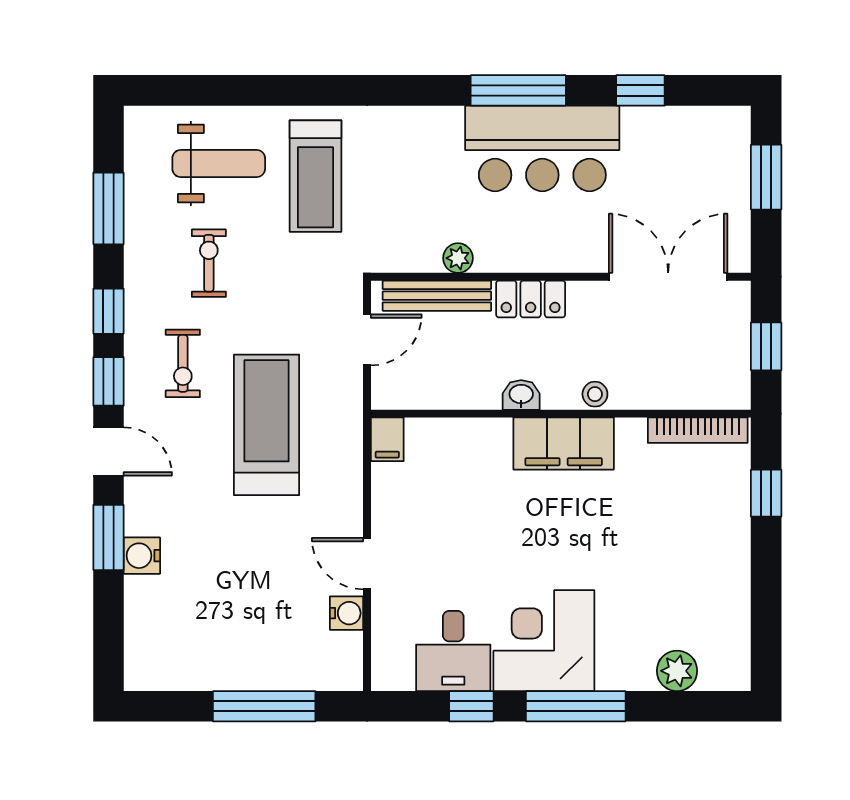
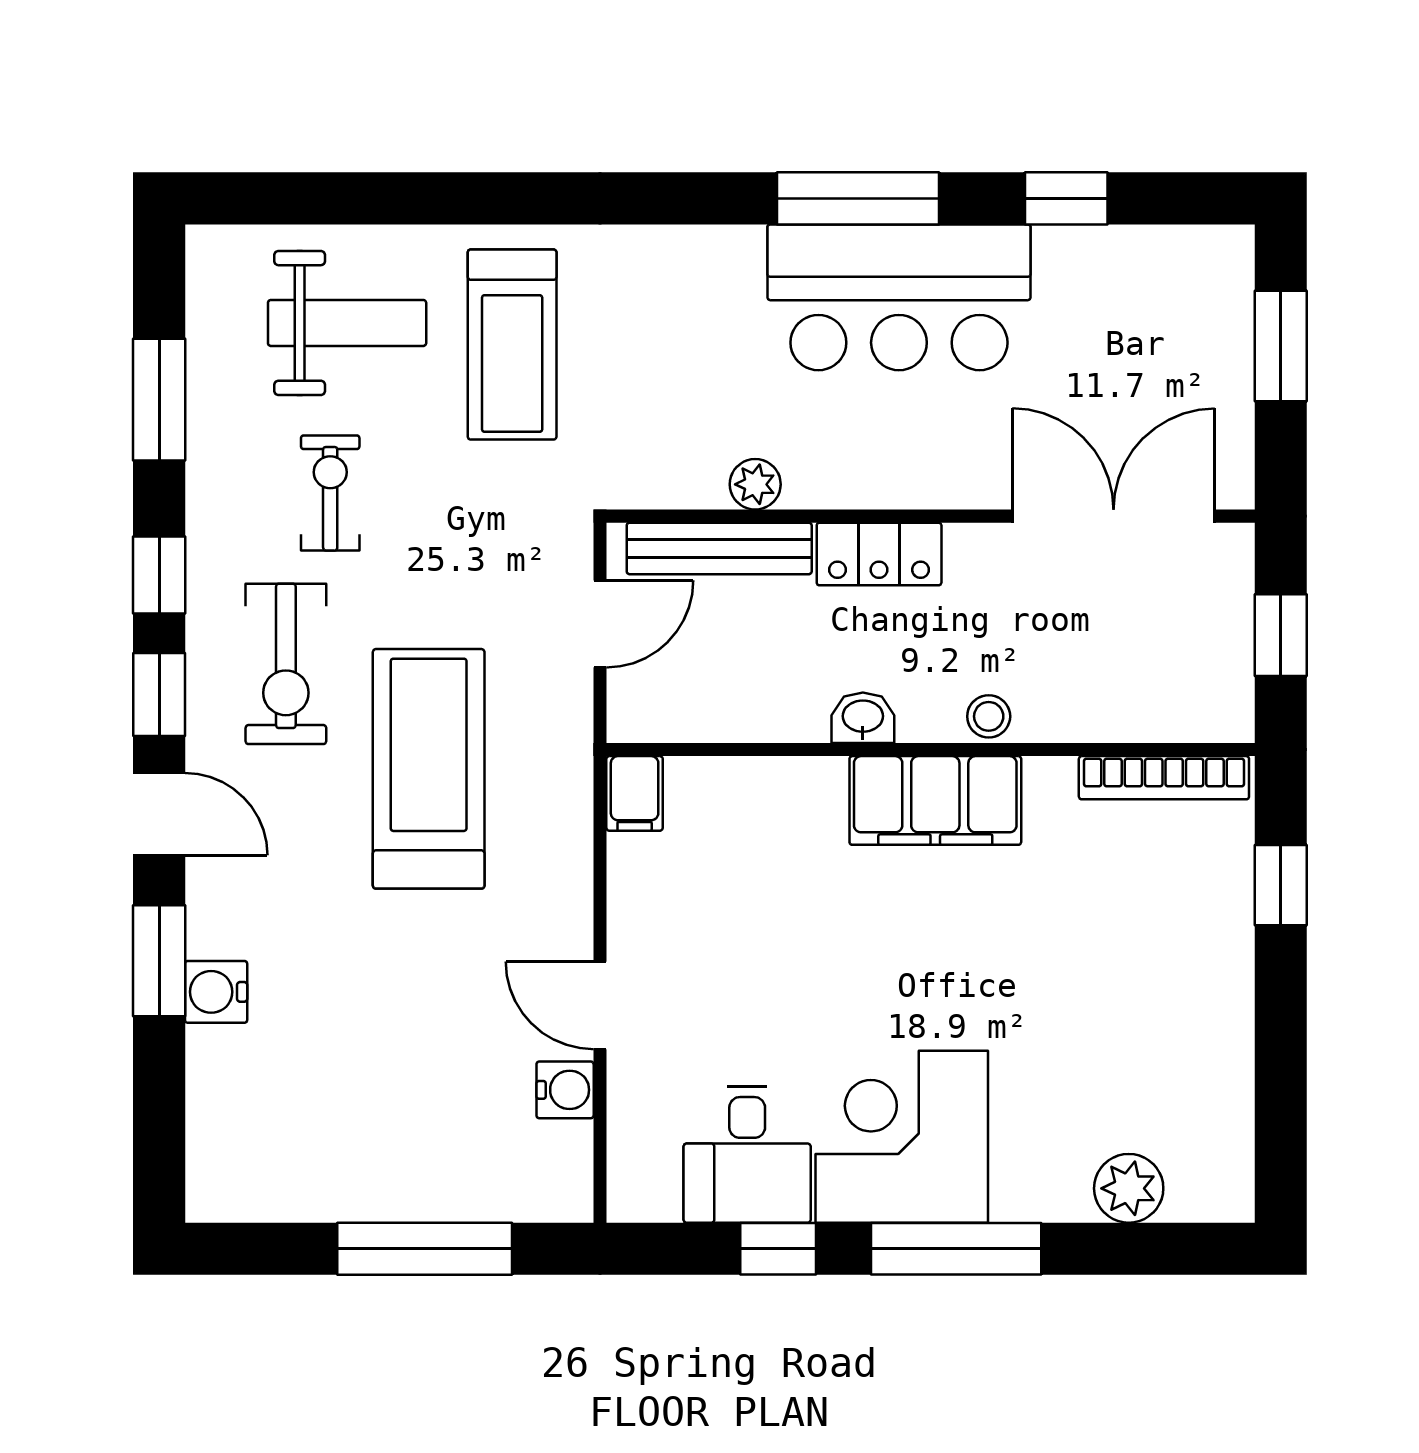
exercise bike: (183, 363) -> (286, 664), width x1.38, depth x1.39

